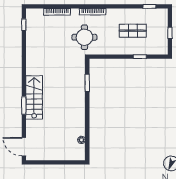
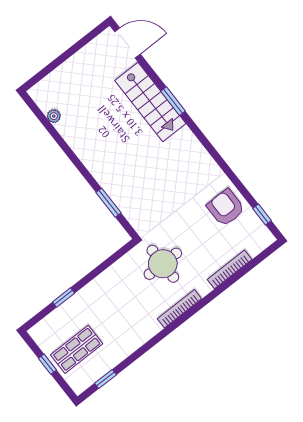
shop shelf: (133, 31) -> (77, 349), moved
armchair: (37, 40) -> (226, 208), added
stairs: (34, 97) -> (150, 102), moved

